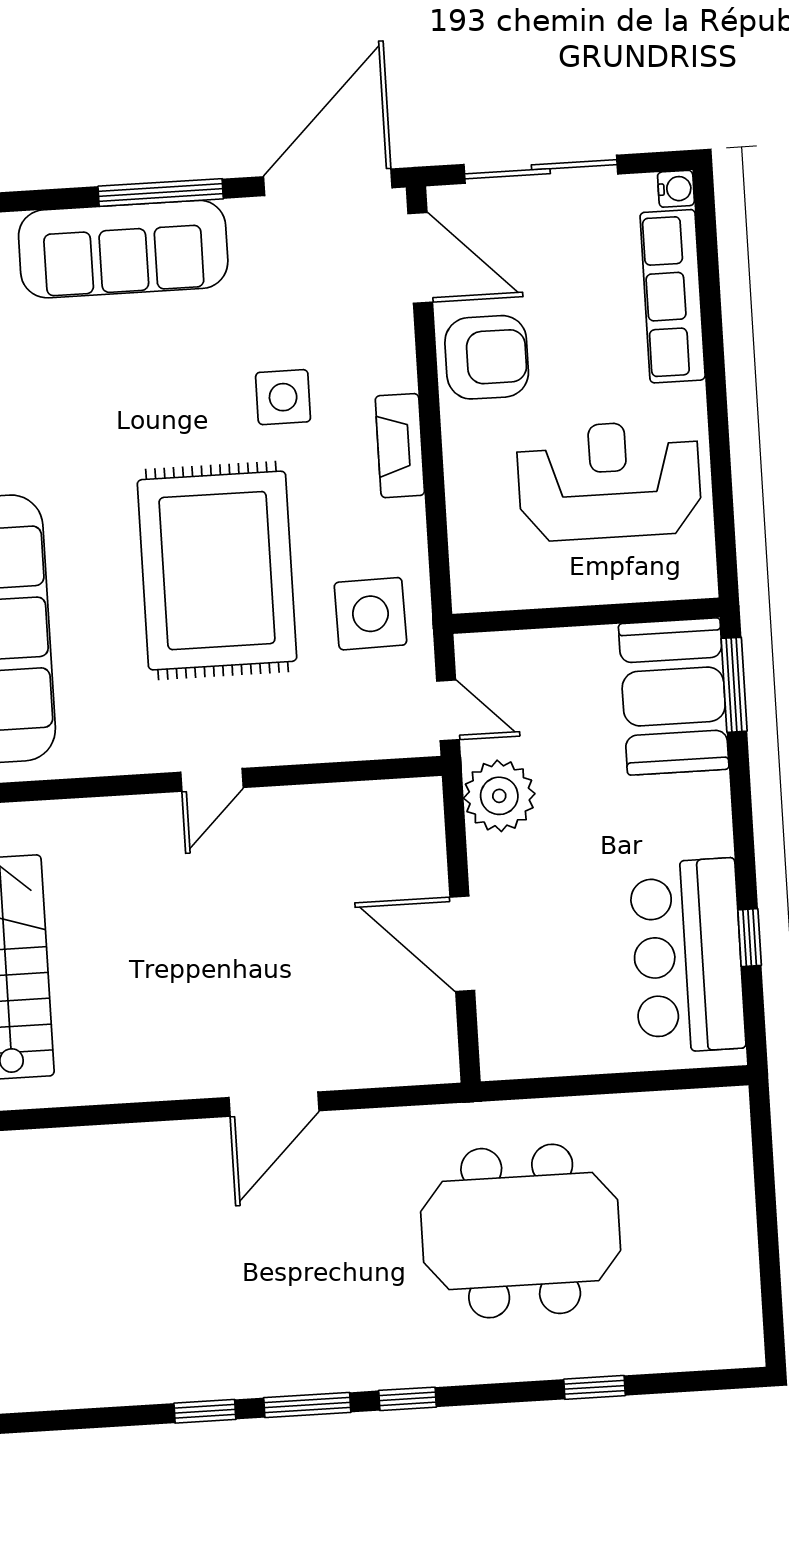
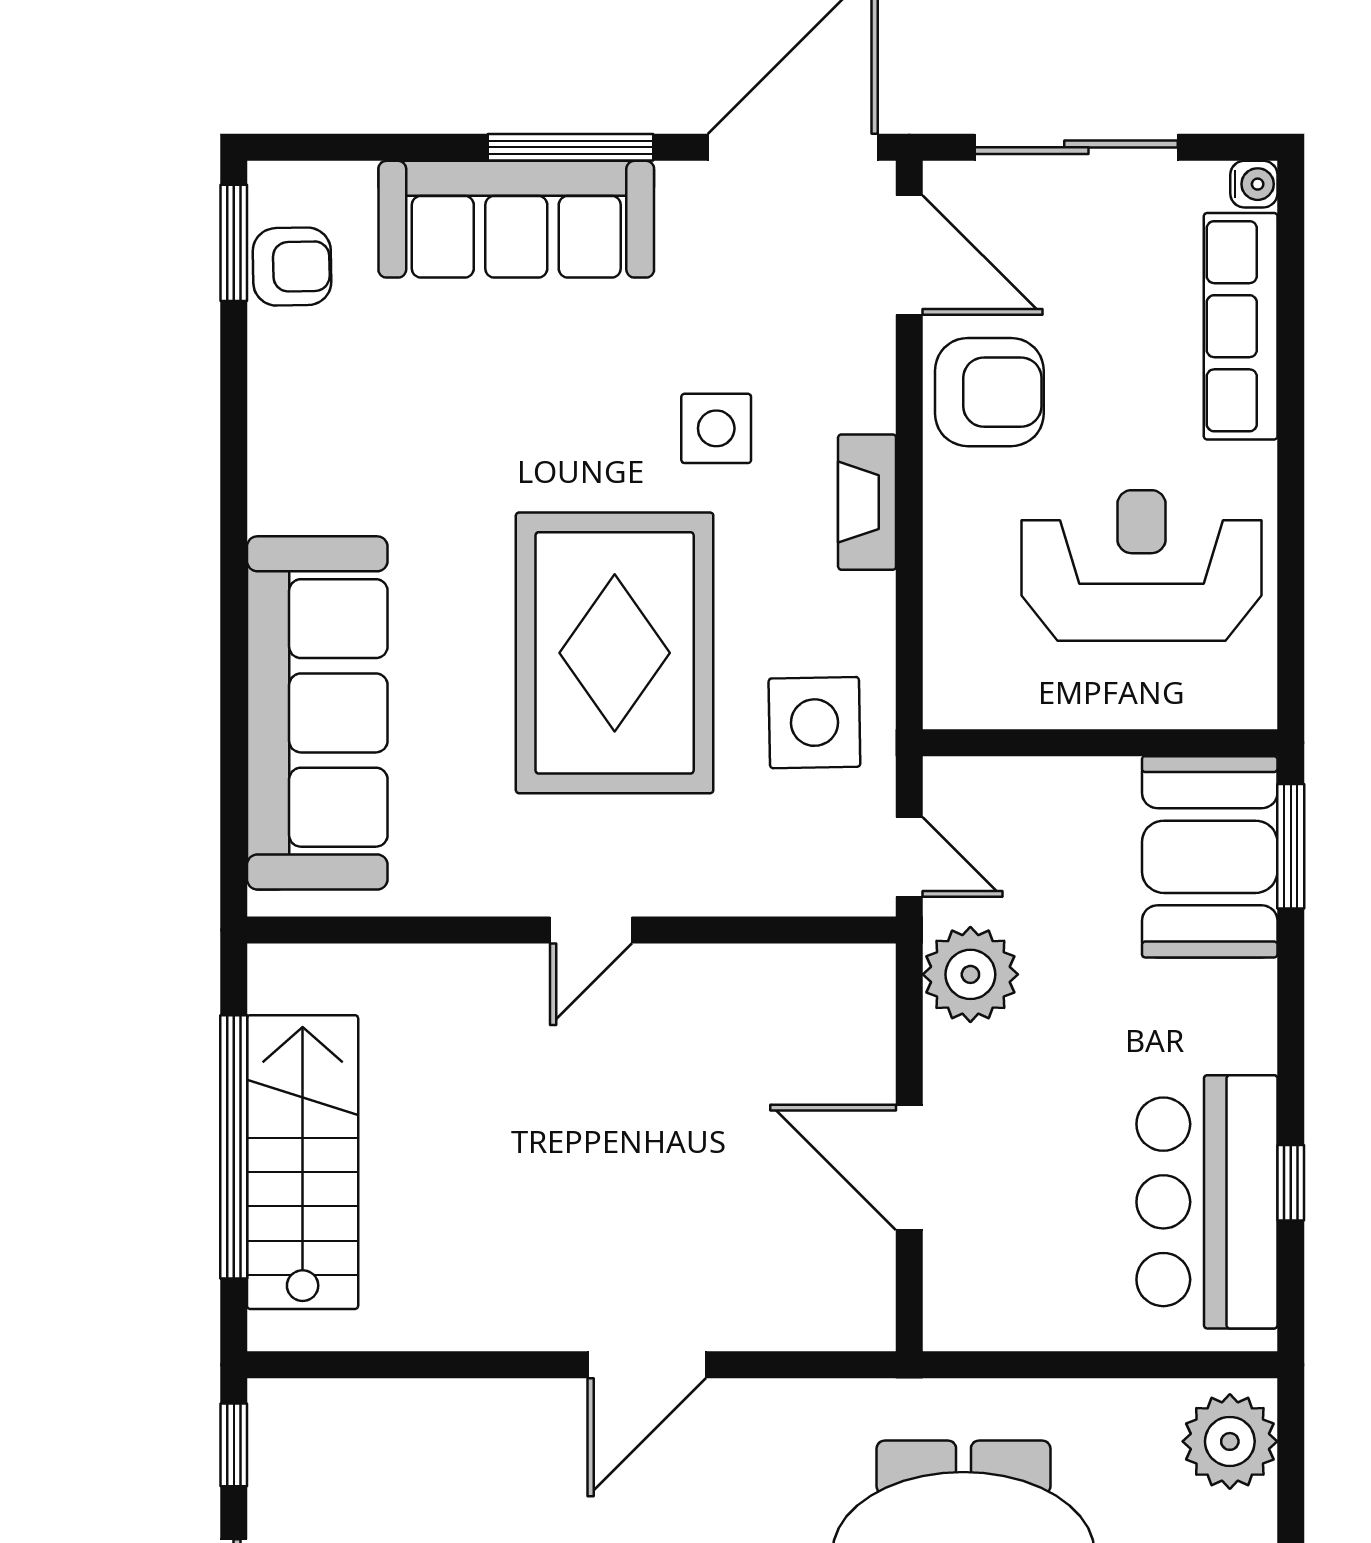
plant: (716, 1135) -> (1230, 1441), added

